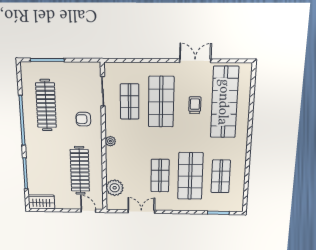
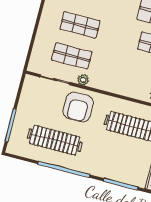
shop shelf: (161, 102) -> (80, 25), width x0.70, depth x0.74
armchair: (83, 119) -> (78, 107), width x1.88, depth x1.88
plant: (110, 141) -> (83, 80), moved

